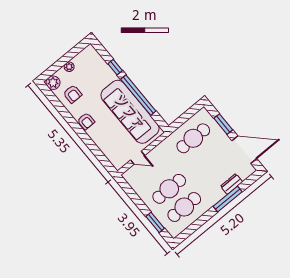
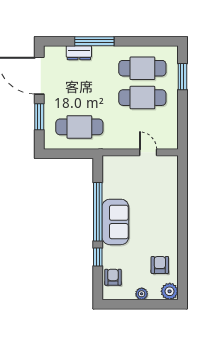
sofa: (130, 112) -> (115, 222), width x0.54, depth x0.79
armchair: (86, 121) -> (113, 277), moved

